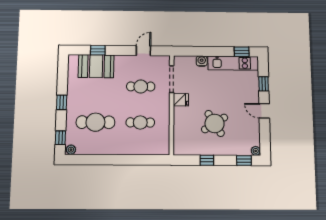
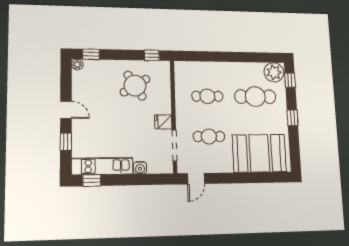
window: (98, 50) -> (259, 178), removed
door: (143, 51) -> (196, 179), moved
booth: (96, 66) -> (259, 153), width x1.36, depth x1.42
round table: (215, 123) -> (135, 86), moved
plant: (71, 150) -> (274, 72), width x1.87, depth x1.87
window: (207, 160) -> (152, 55), moved

